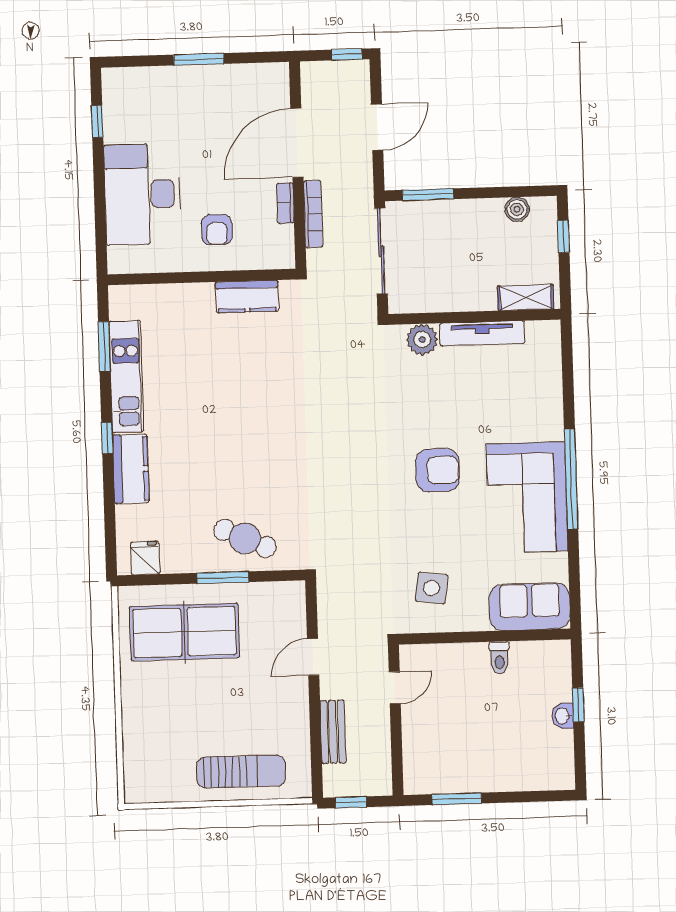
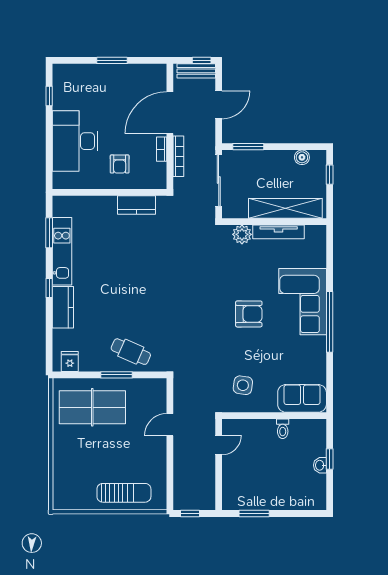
shelving: (526, 297) -> (285, 208), width x2.20, depth x1.33
corner sofa: (527, 497) -> (303, 302), moved
bench: (333, 732) -> (196, 71), moved, turned 90

